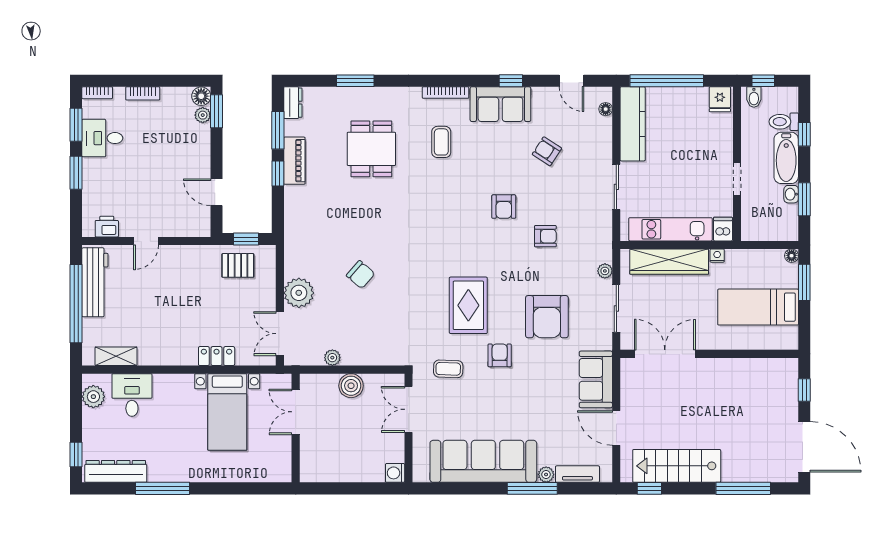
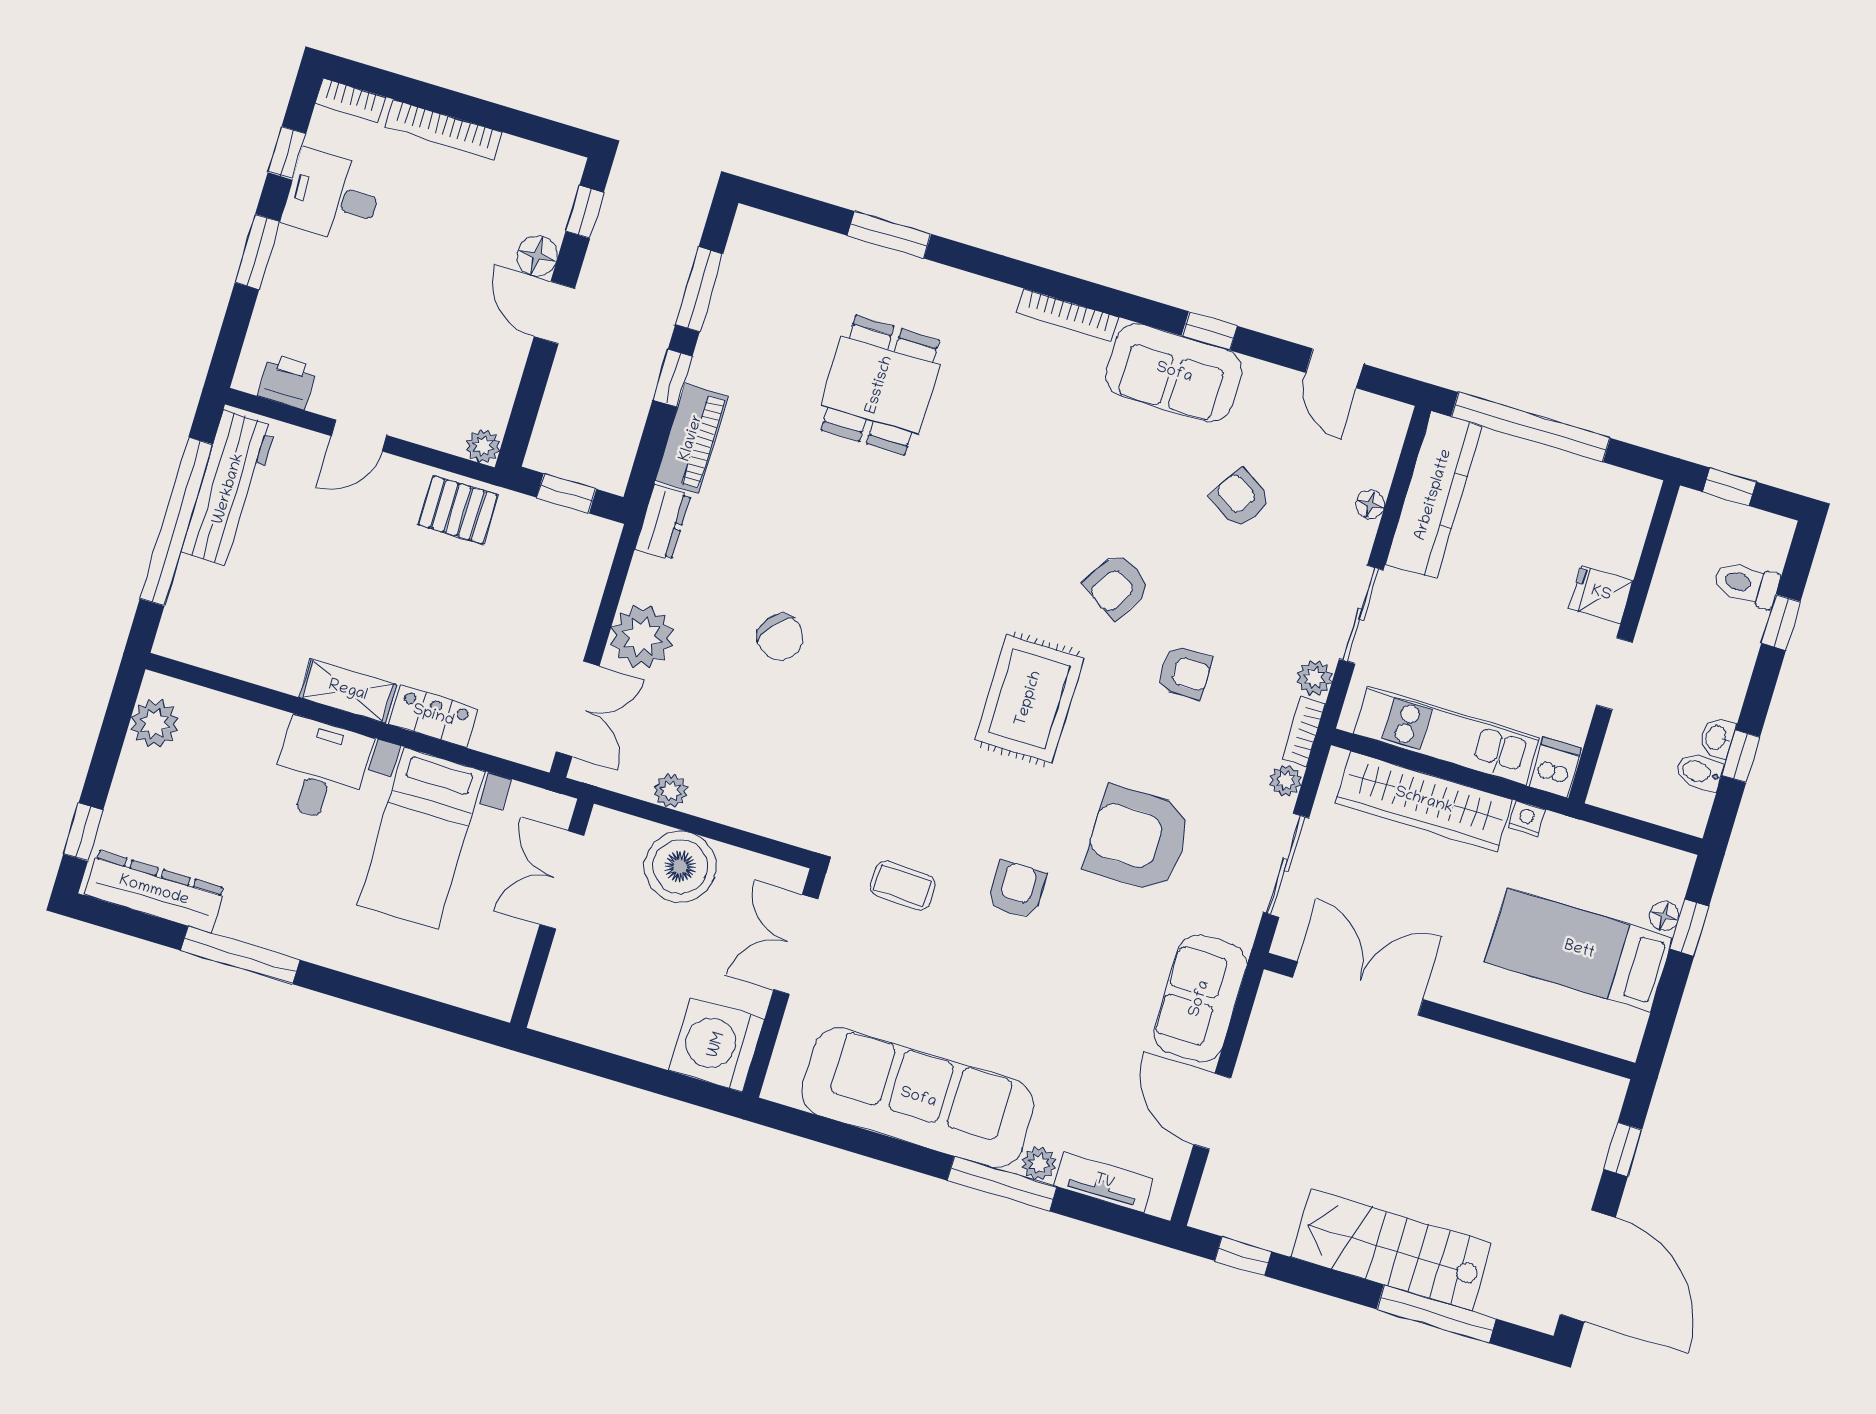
bookcase: (143, 93) -> (444, 130), width x1.56
floor lamp: (201, 96) -> (537, 256), moved
bidet: (754, 97) -> (1699, 772), moved, turned 90
fridge: (720, 99) -> (1601, 594), moved, turned 90
dresser: (293, 103) -> (663, 522), moved
floor lamp: (606, 109) -> (1370, 504), moved
window: (217, 111) -> (585, 212), width x0.67
plant: (203, 115) -> (483, 446), moved
window: (76, 125) -> (287, 153), width x0.67
coffee table: (441, 142) -> (1028, 414), removed
bathtub: (786, 158) -> (1729, 660), removed
piano: (294, 161) -> (692, 438), moved
door: (217, 192) -> (554, 313), moved
window: (804, 199) -> (1741, 756), width x0.67
armchair: (504, 207) -> (1117, 586), turned 32
plant: (604, 221) -> (1314, 678), added
bookcase: (606, 247) -> (1303, 731), added
floor lamp: (792, 256) -> (1664, 916), moved
pallet: (238, 265) -> (458, 510), moved
window: (804, 282) -> (1689, 928), width x0.67
rug: (468, 305) -> (1029, 699), moved
armchair: (547, 317) -> (1138, 839), turned 90
double door: (280, 334) -> (578, 709), swing flipped
shelving: (116, 356) -> (348, 691), moved
boiler: (351, 386) -> (680, 867), width x1.37, depth x1.37
desk: (132, 395) -> (320, 770), moved
stairs: (677, 466) -> (1391, 1250), moved
washing machine: (395, 473) -> (717, 1045), width x1.89, depth x1.89

